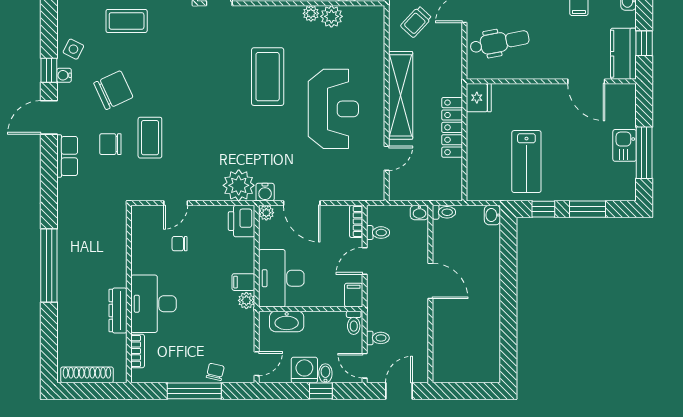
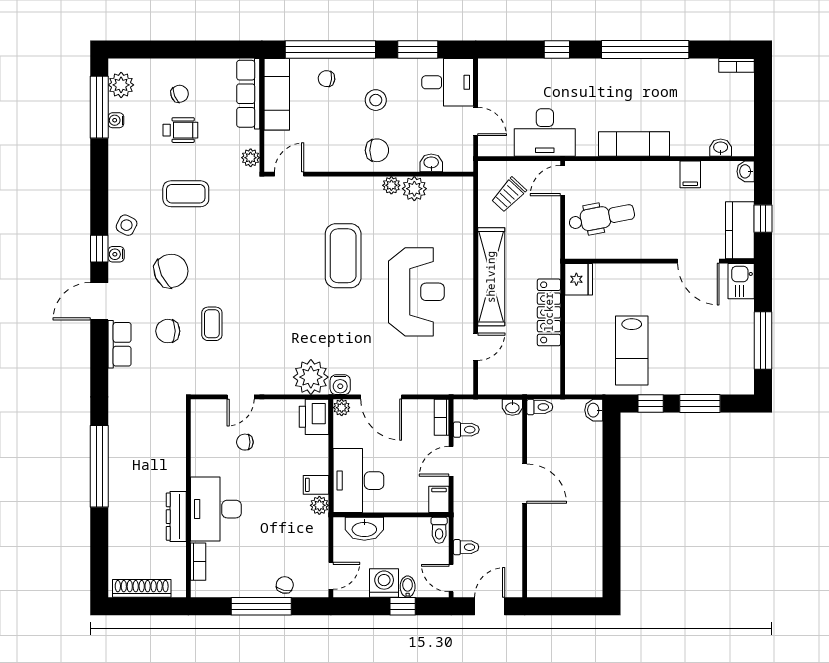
coffee table: (150, 138) -> (212, 324), width x0.73, depth x0.77
kitchen sink: (625, 145) -> (741, 281), moved

